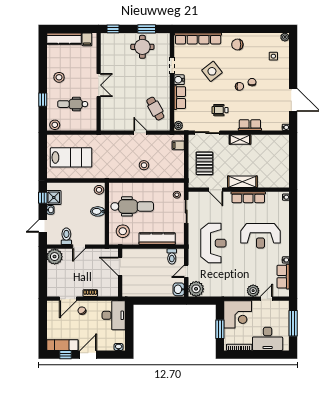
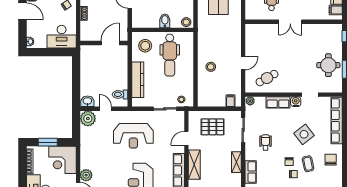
coffee table: (242, 67) -> (308, 164), added

